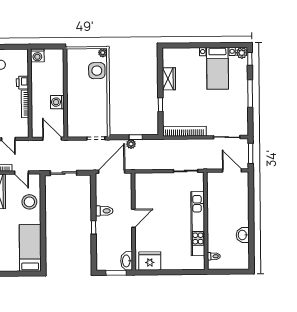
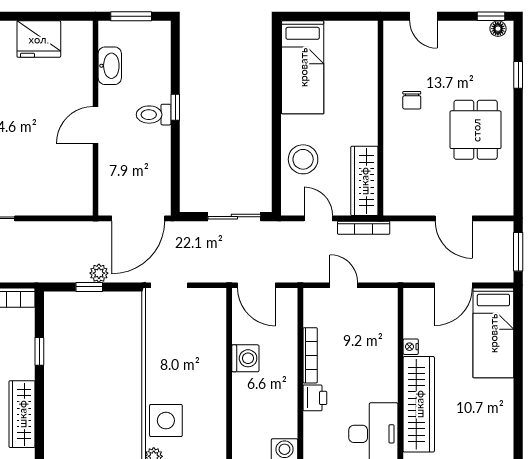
wardrobe: (169, 79) -> (22, 414), width x1.50
toilet: (104, 211) -> (154, 115), moved
washbasin: (127, 261) -> (110, 66), moved
fridge: (150, 261) -> (39, 39), moved

